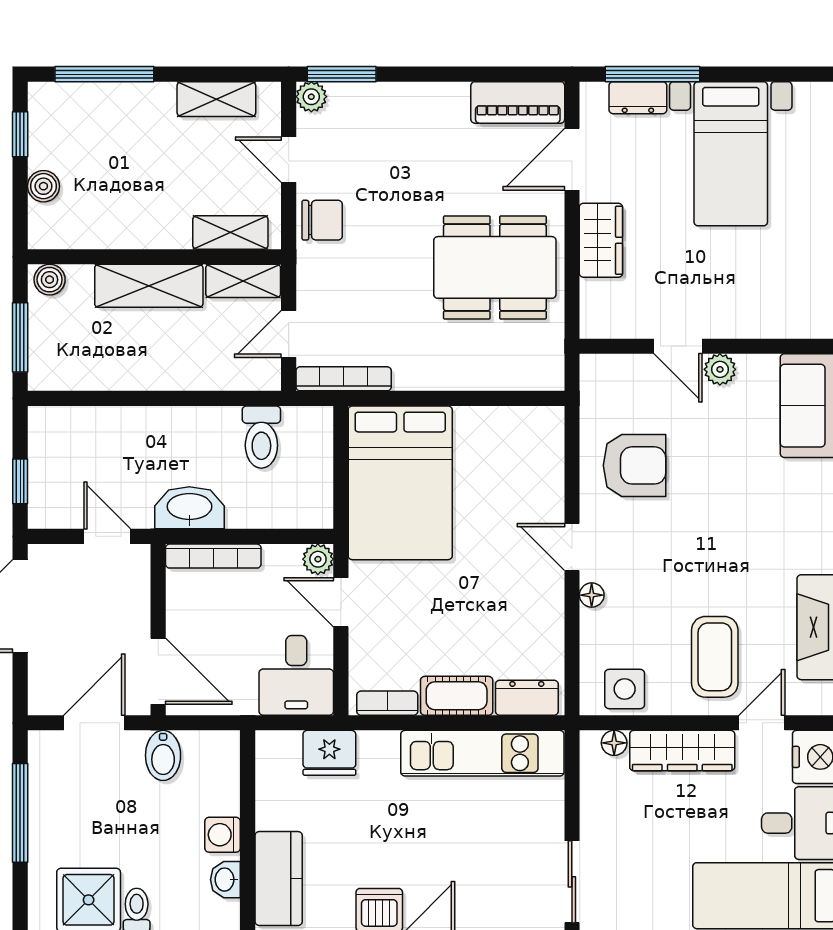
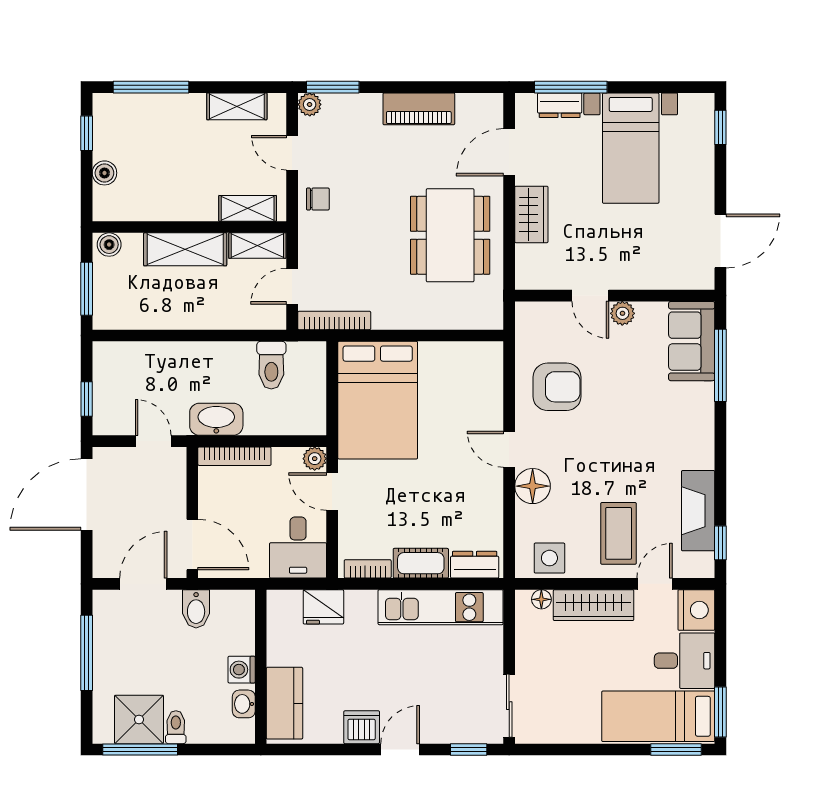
piano: (518, 102) -> (419, 109), moved
chair: (322, 220) -> (318, 199), width x0.73, depth x0.73
dining table: (495, 267) -> (450, 235), turned 90
floor lamp: (592, 595) -> (533, 486), width x1.89, depth x1.89

